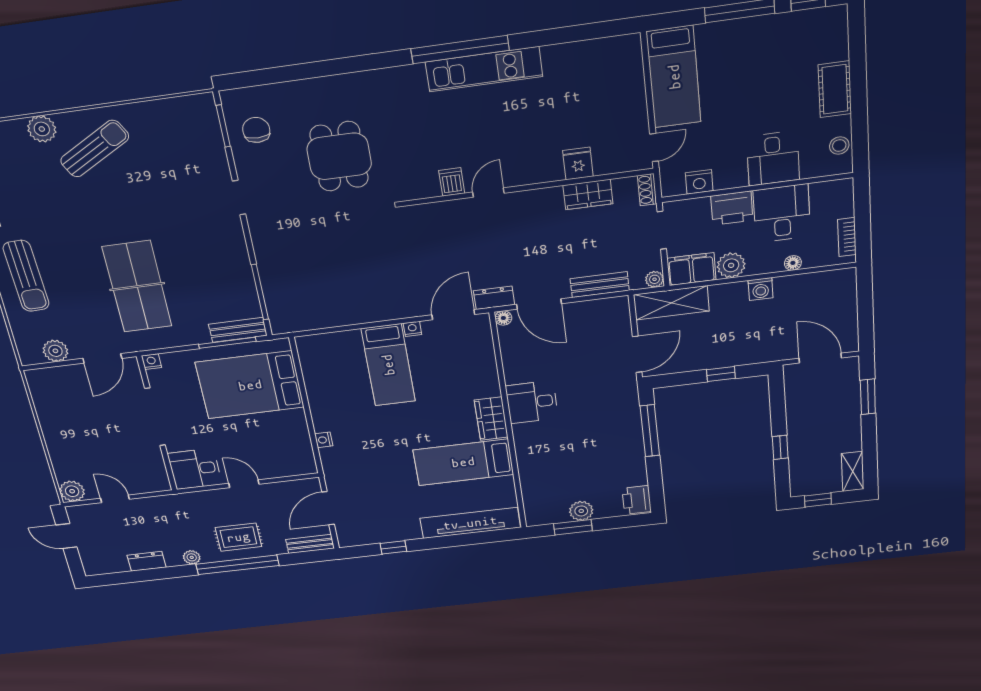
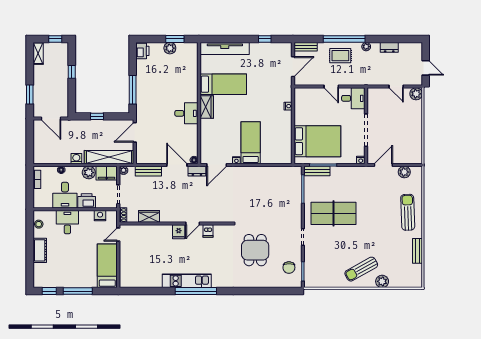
fridge: (578, 164) -> (179, 232), moved
table tennis table: (137, 287) -> (333, 213), moved, turned 90
shelving: (671, 303) -> (109, 157), width x1.47

